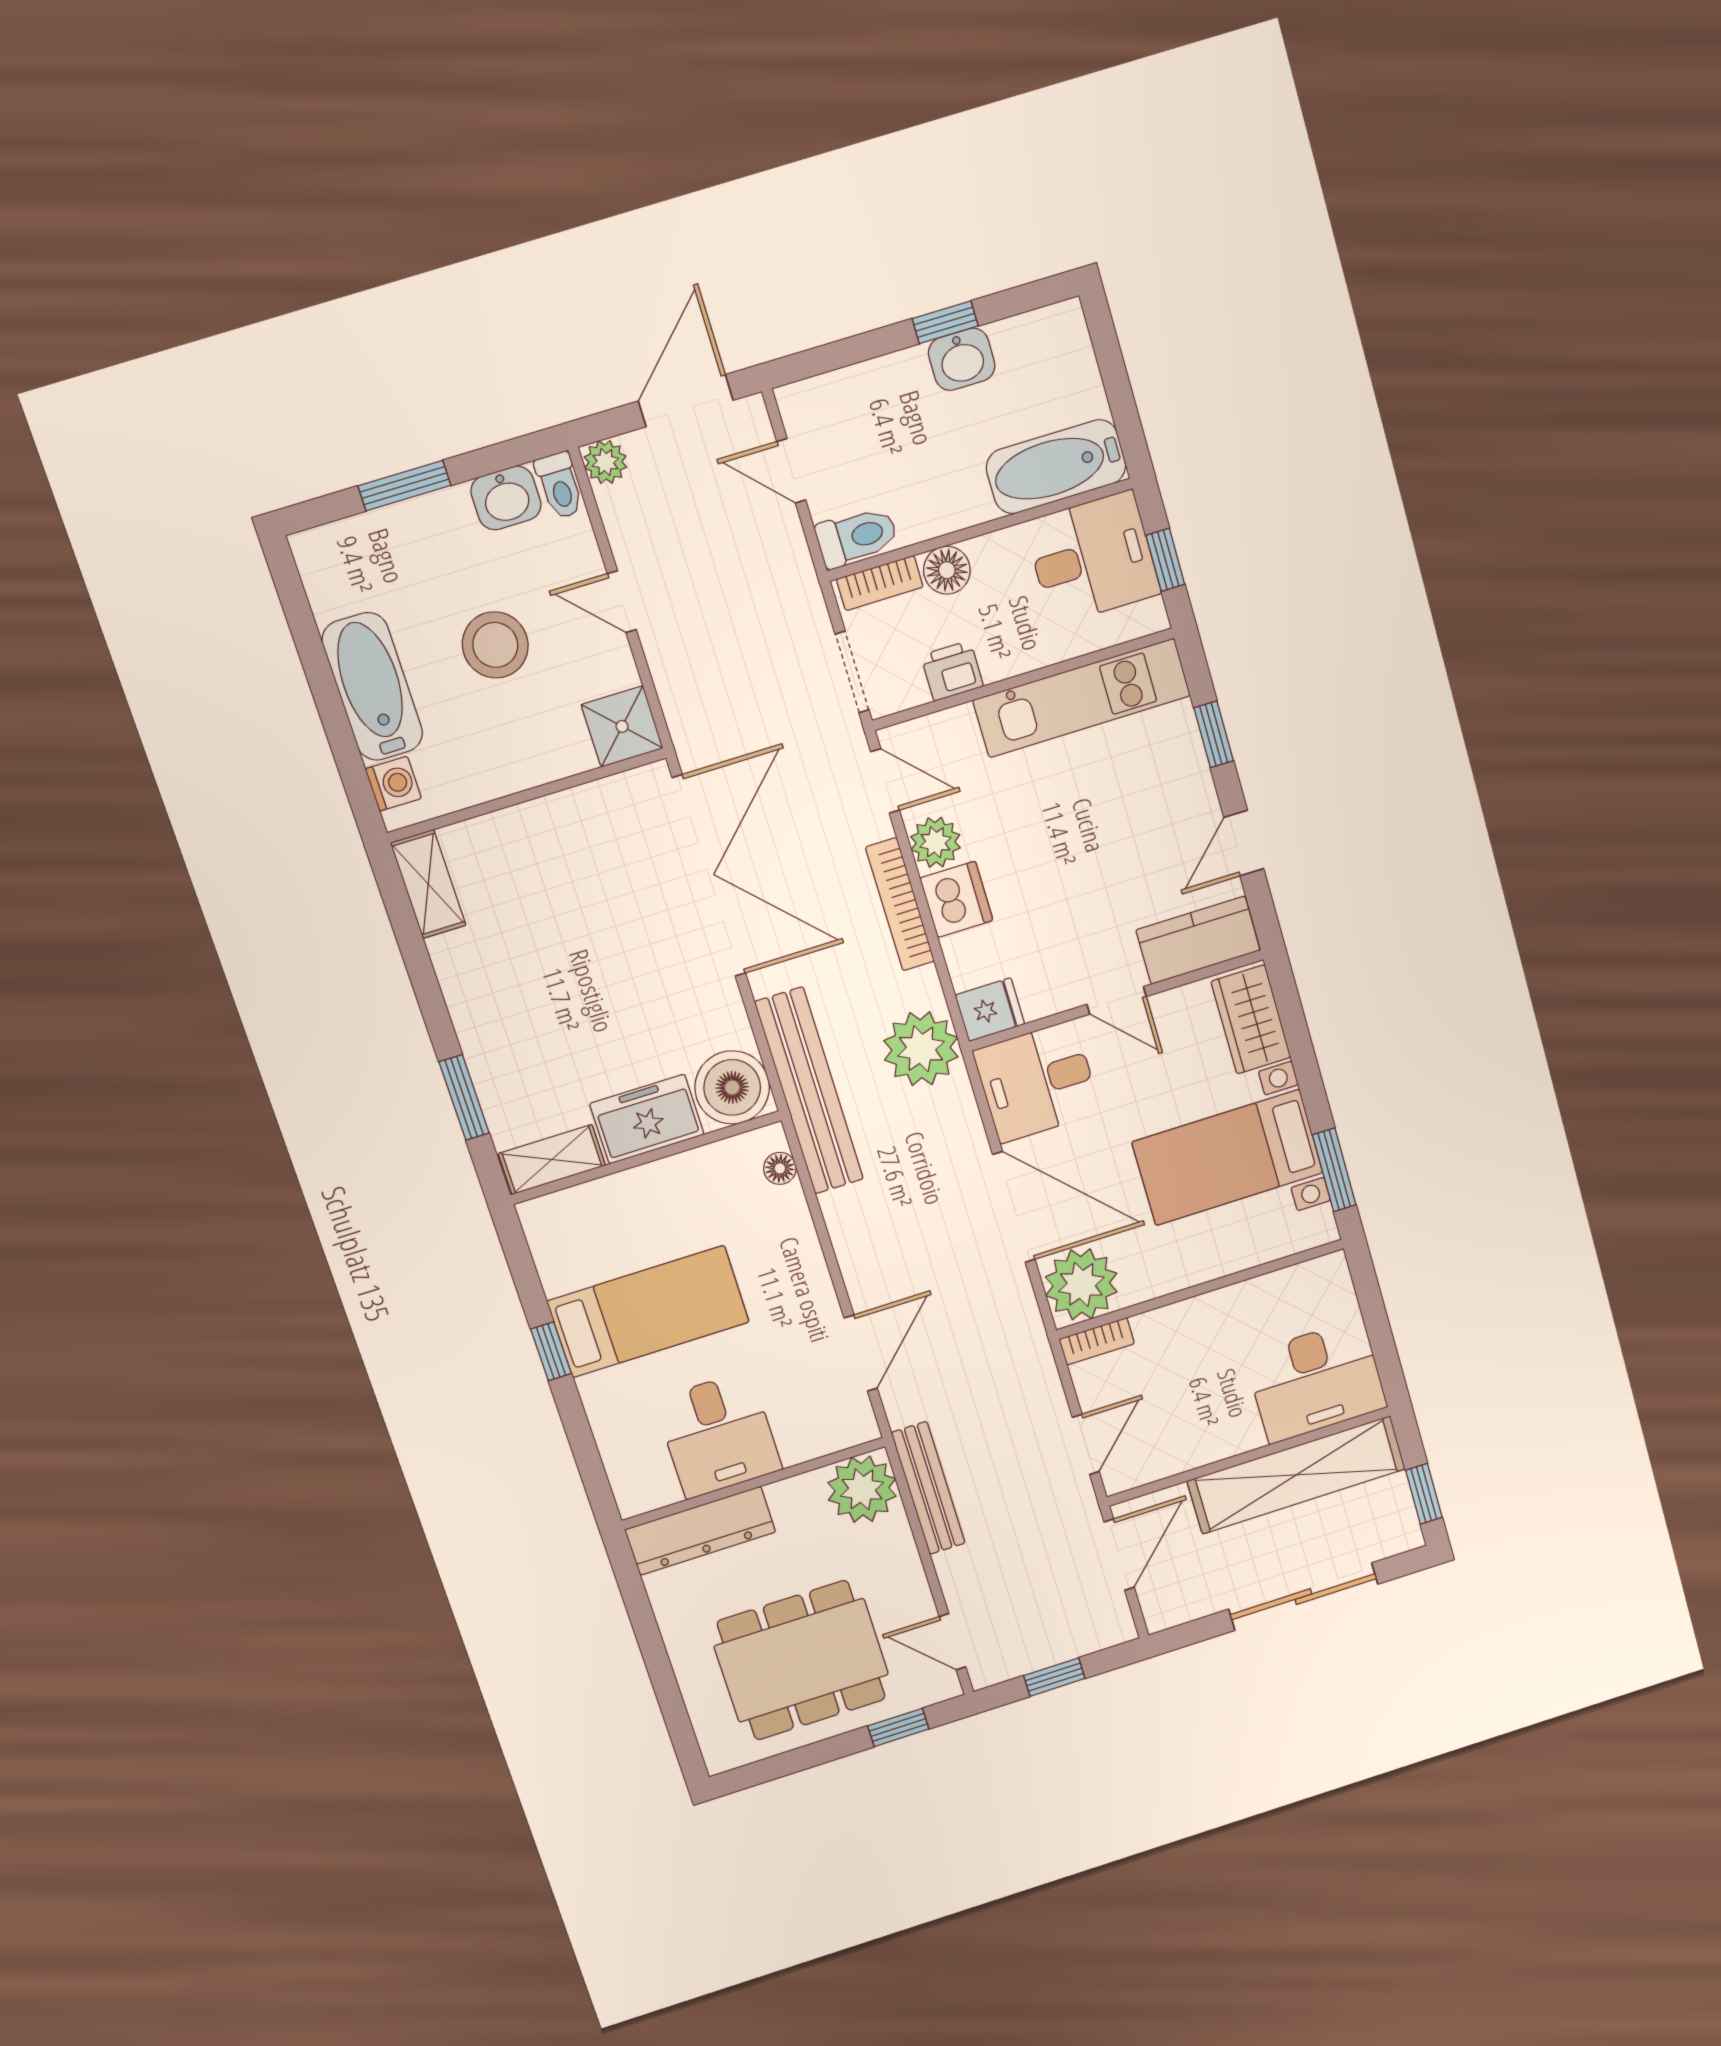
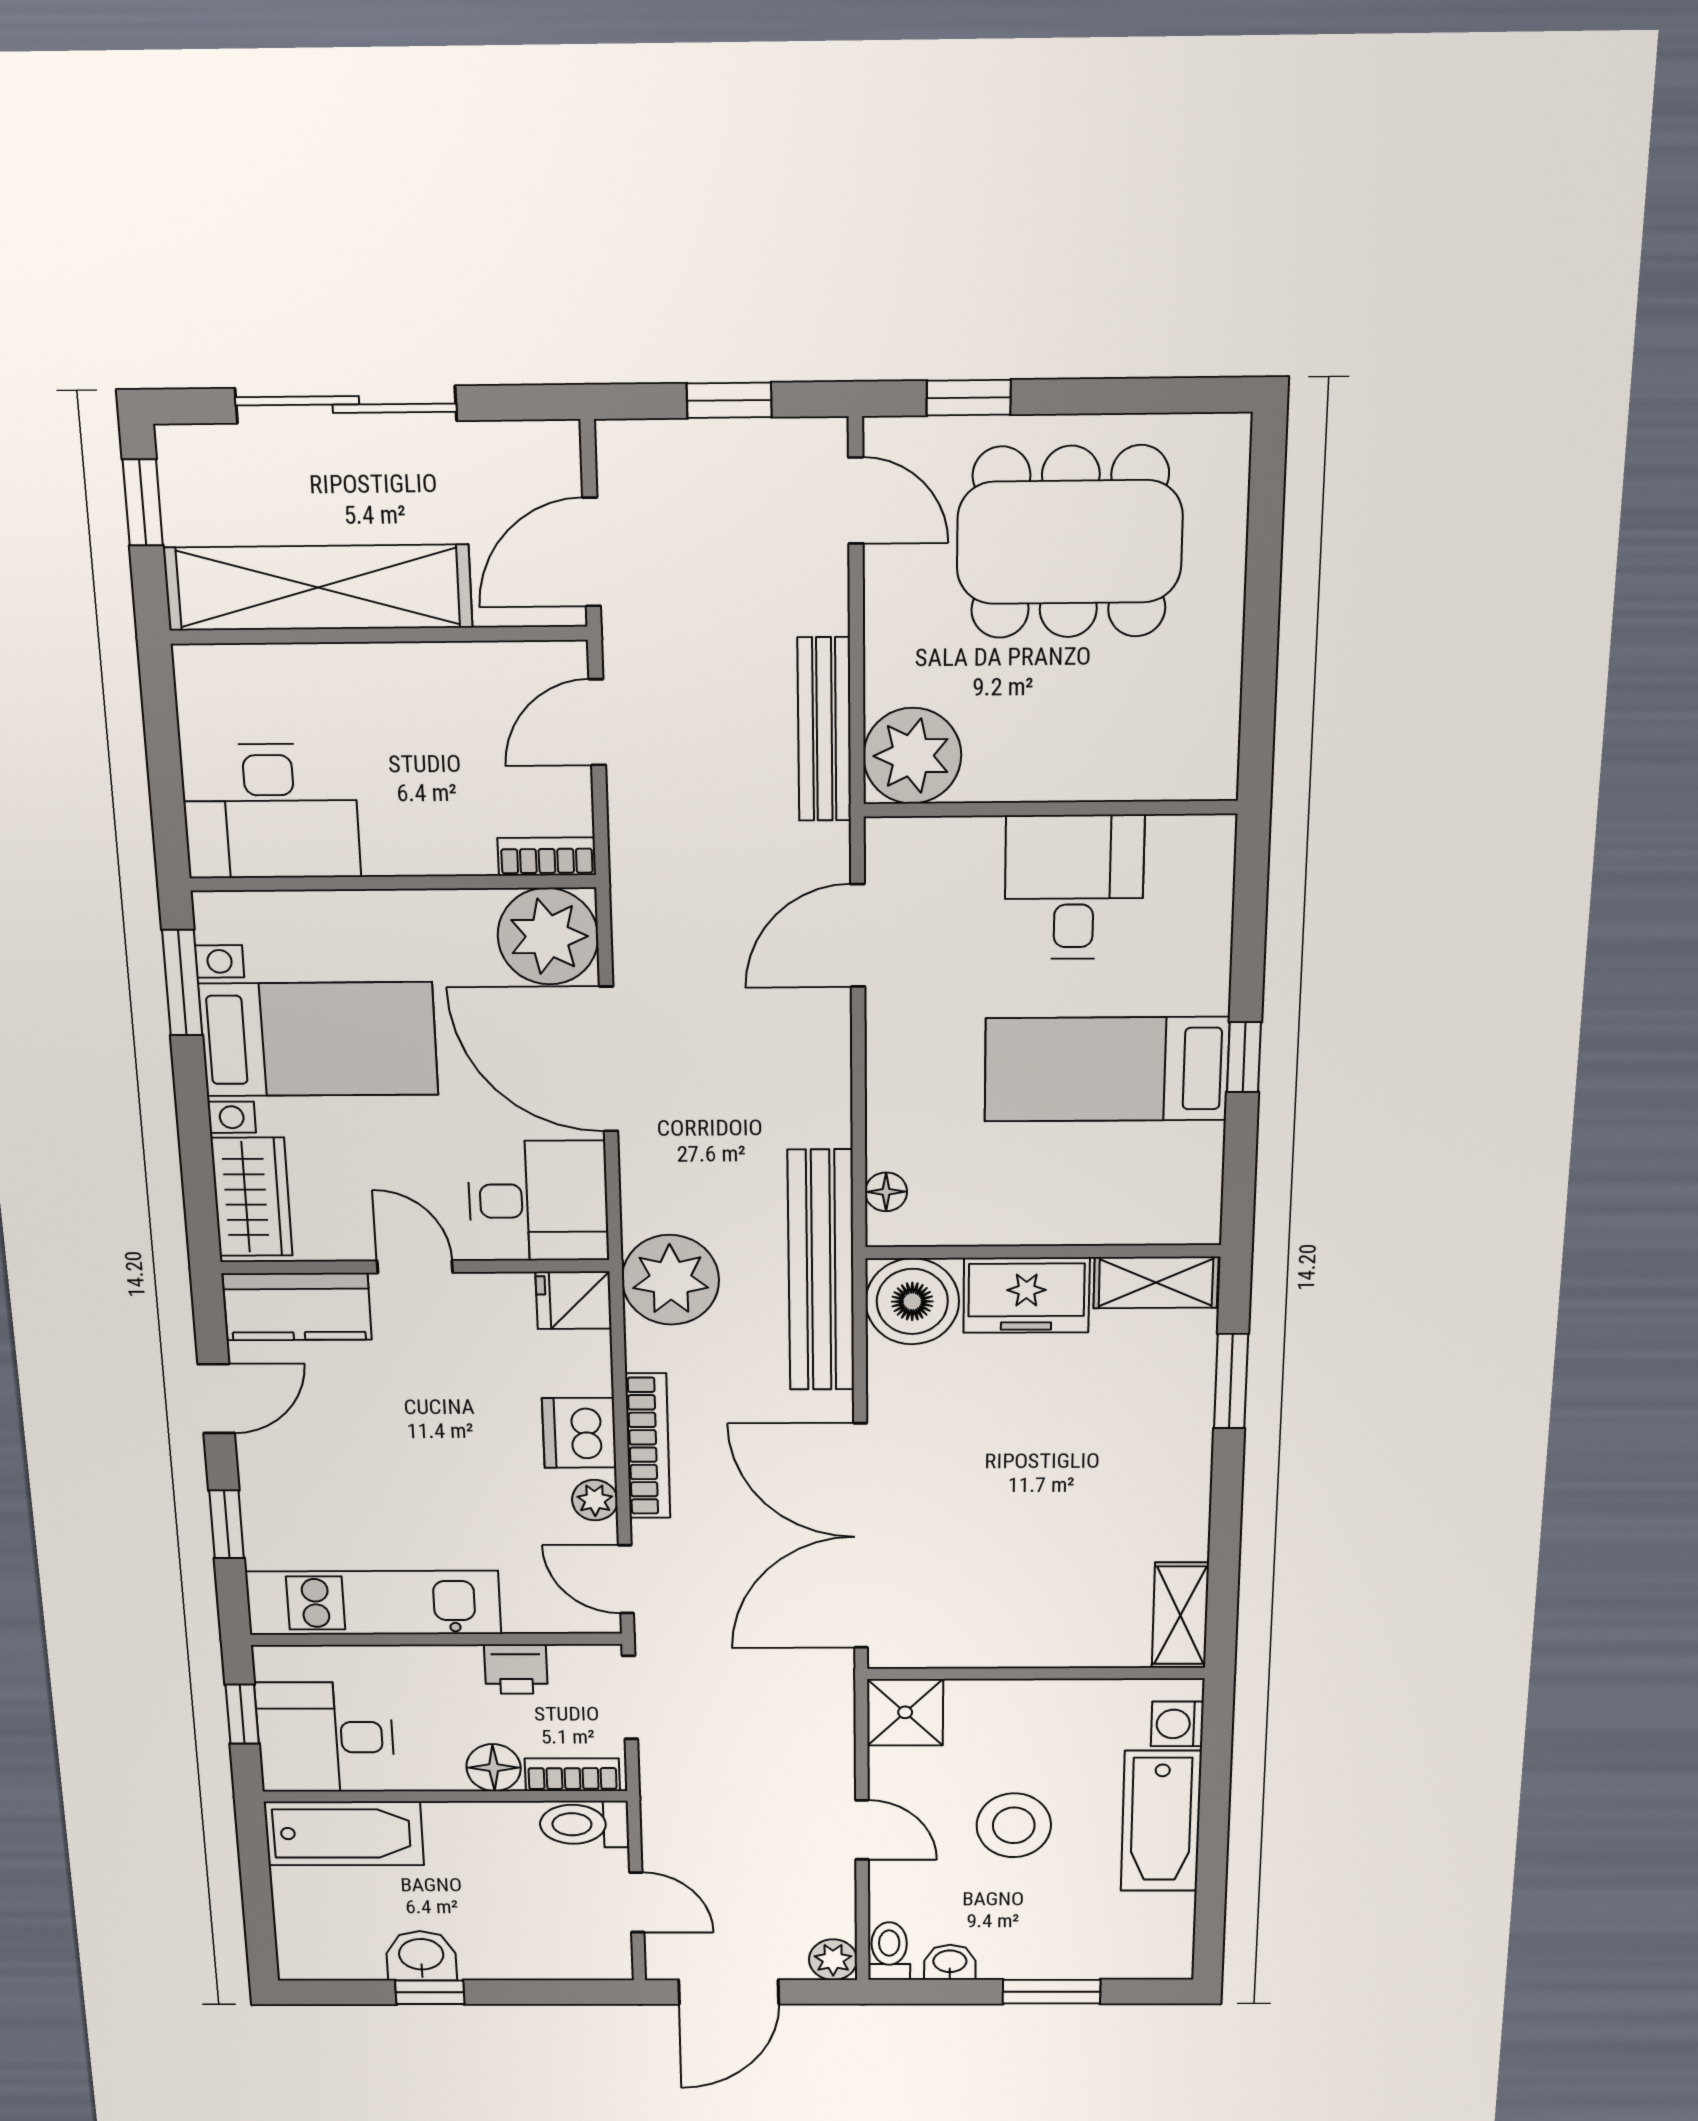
washbasin: (506, 498) -> (950, 1962), width x0.72, depth x0.69
plant: (935, 842) -> (595, 1500), width x0.73, depth x0.73
desk: (1316, 1381) -> (271, 811), moved, turned 180
dresser: (700, 1531) -> (1141, 767), removed

